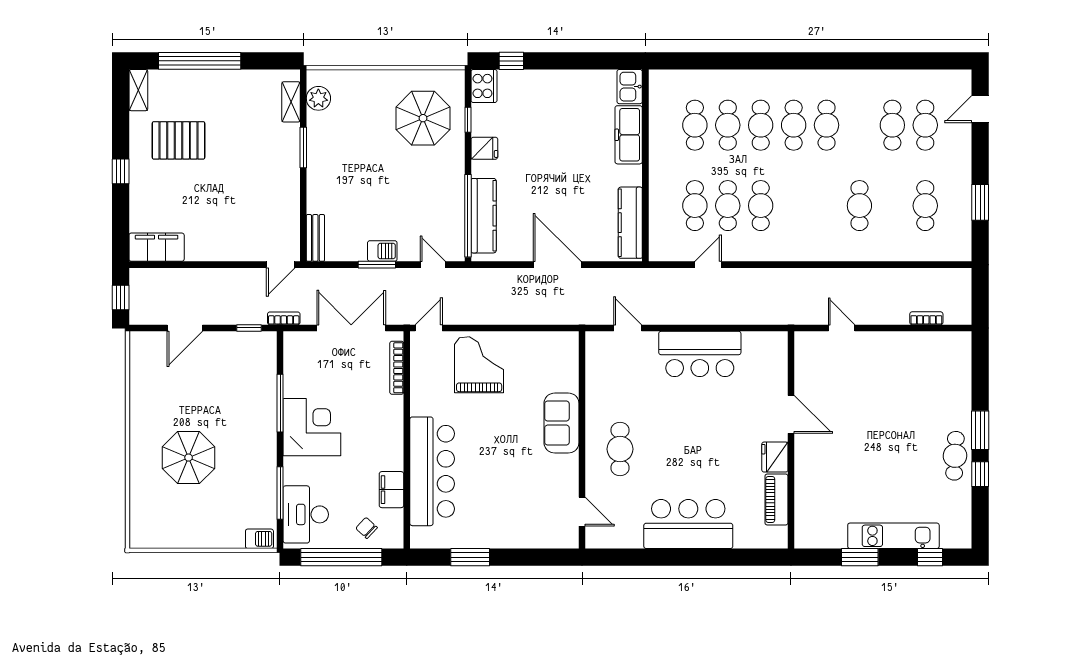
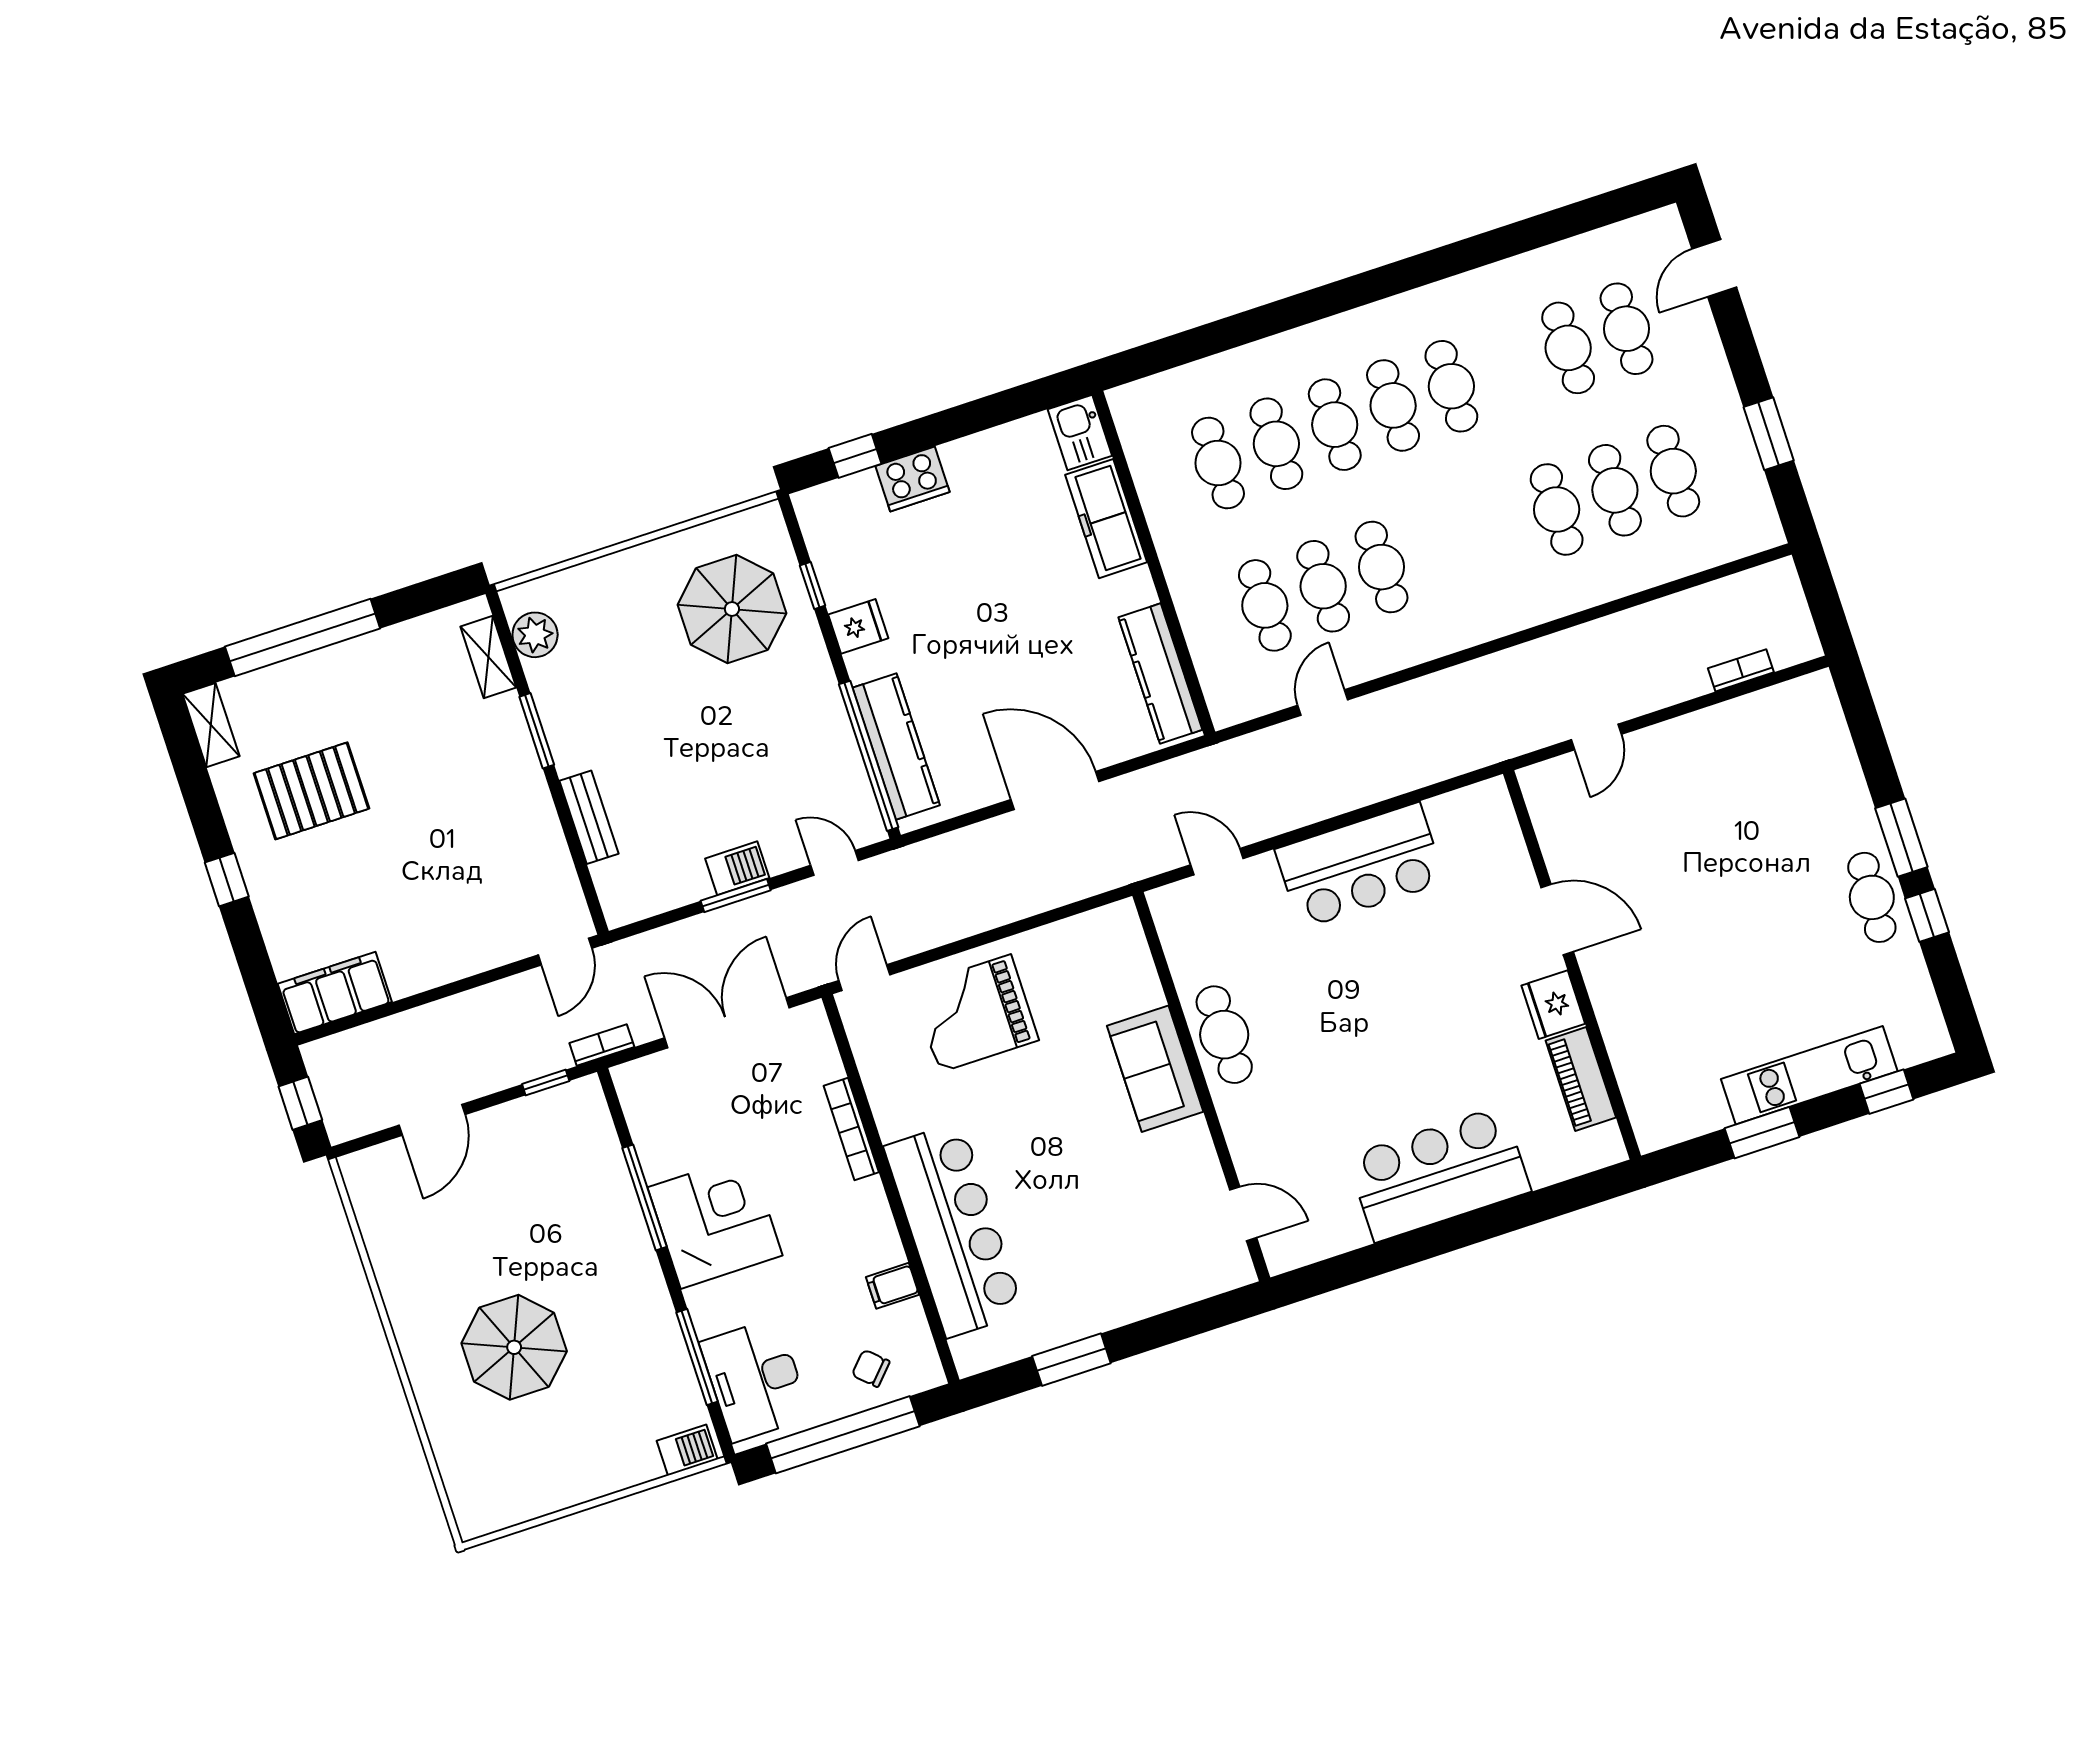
cooker: (484, 86) -> (912, 479), moved, turned 90
cafe table: (892, 206) -> (1615, 490), added
bench: (315, 238) -> (589, 817), moved
door: (842, 328) -> (1596, 737), swing flipped
grand piano: (479, 365) -> (975, 1013), turned -90
bookcase: (397, 368) -> (851, 1129), moved
cafe table: (620, 449) -> (1224, 1035), moved
filing cabinet: (391, 490) -> (893, 1286), width x0.50

